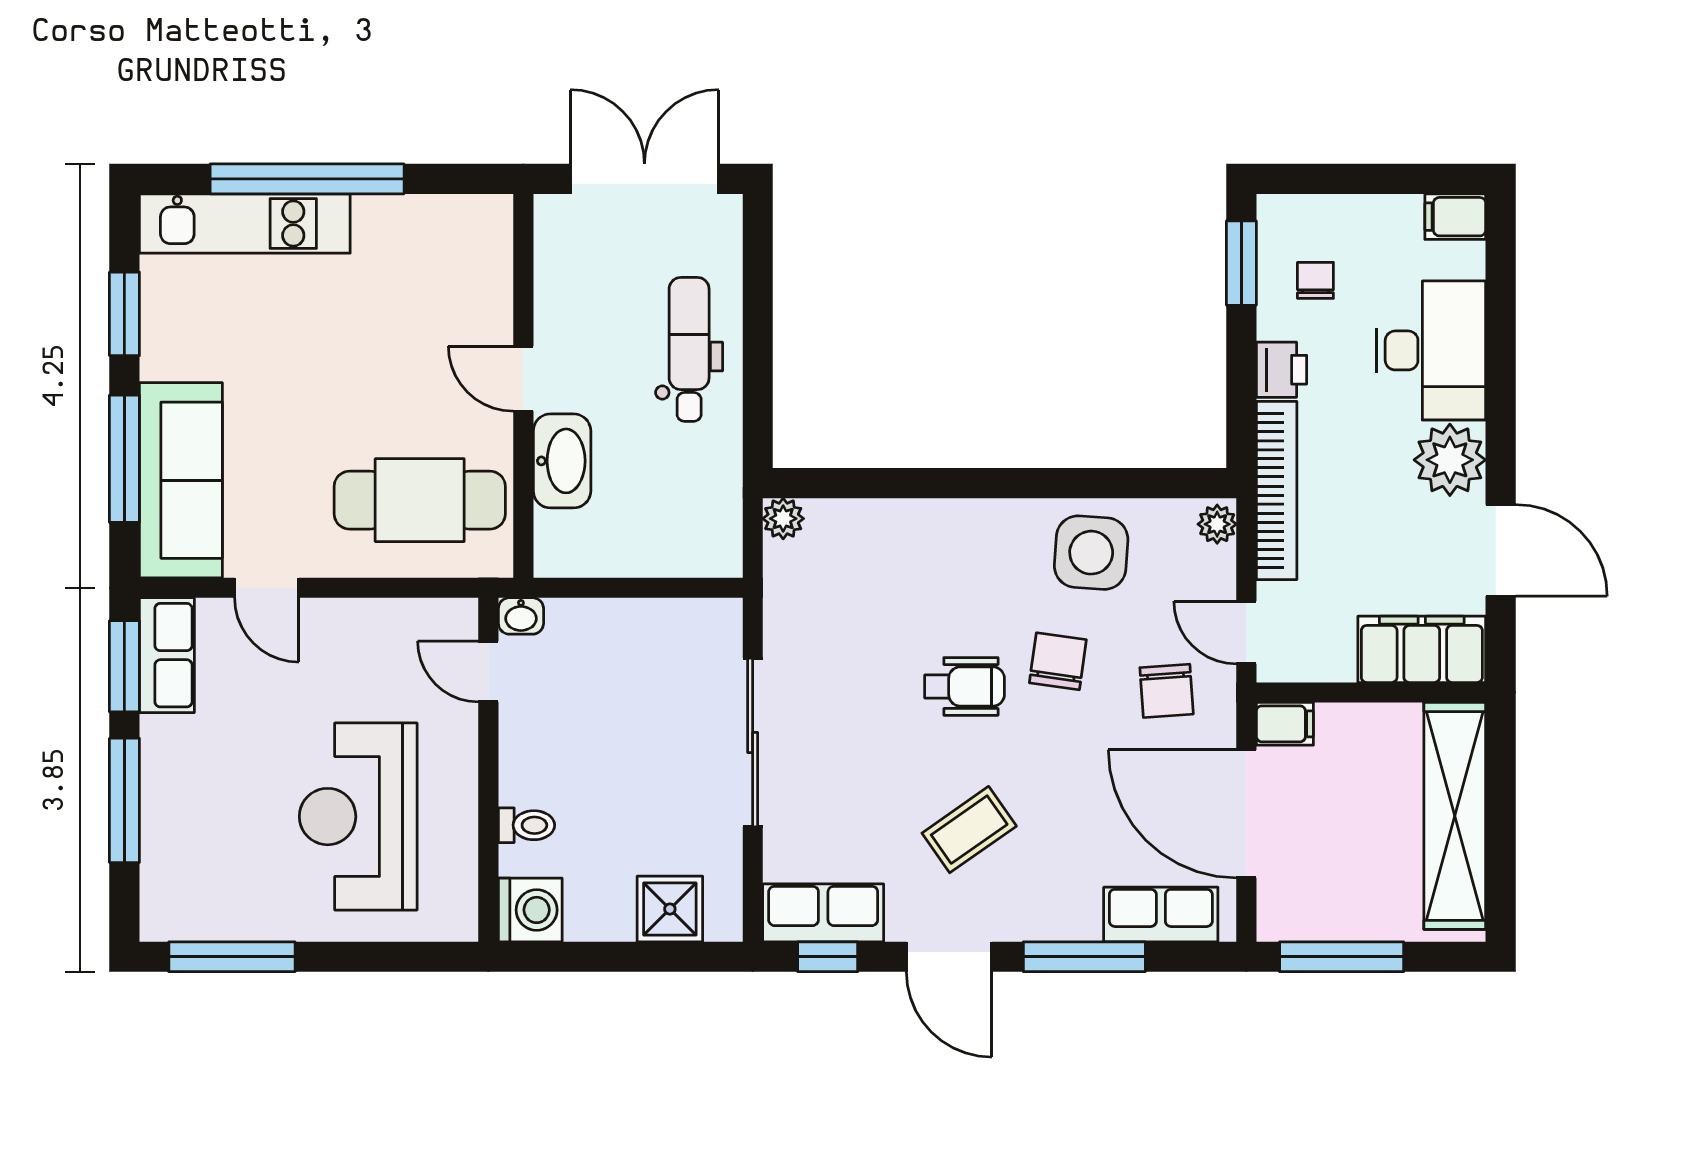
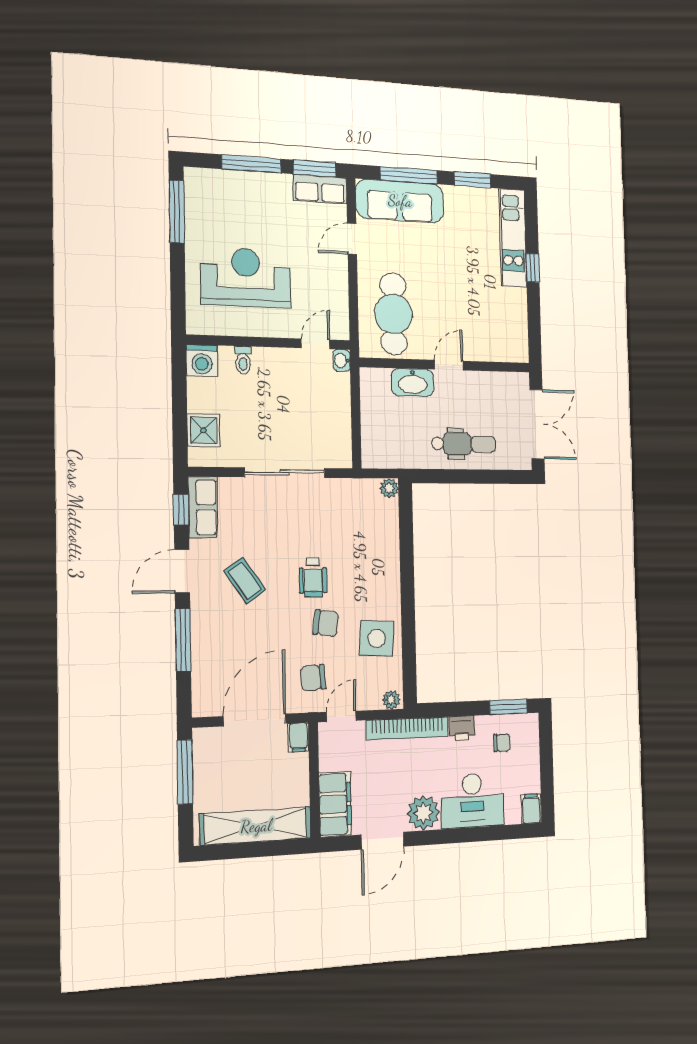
window: (307, 179) -> (533, 268), width x0.32
row of seats: (1161, 914) -> (205, 678), removed

